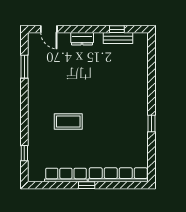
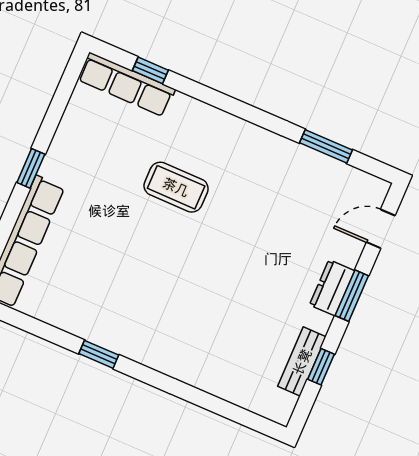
window: (82, 29) -> (352, 296), added
coffee table: (68, 121) -> (176, 187), turned 90
row of seats: (66, 175) -> (126, 85), moved, turned 90

